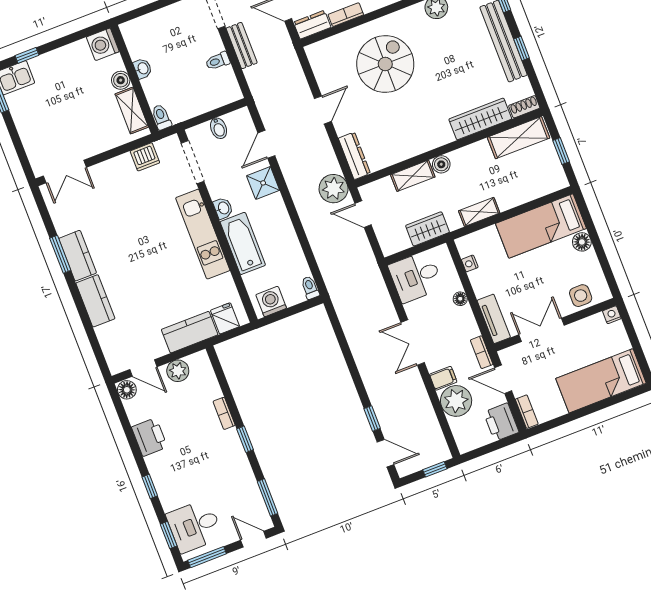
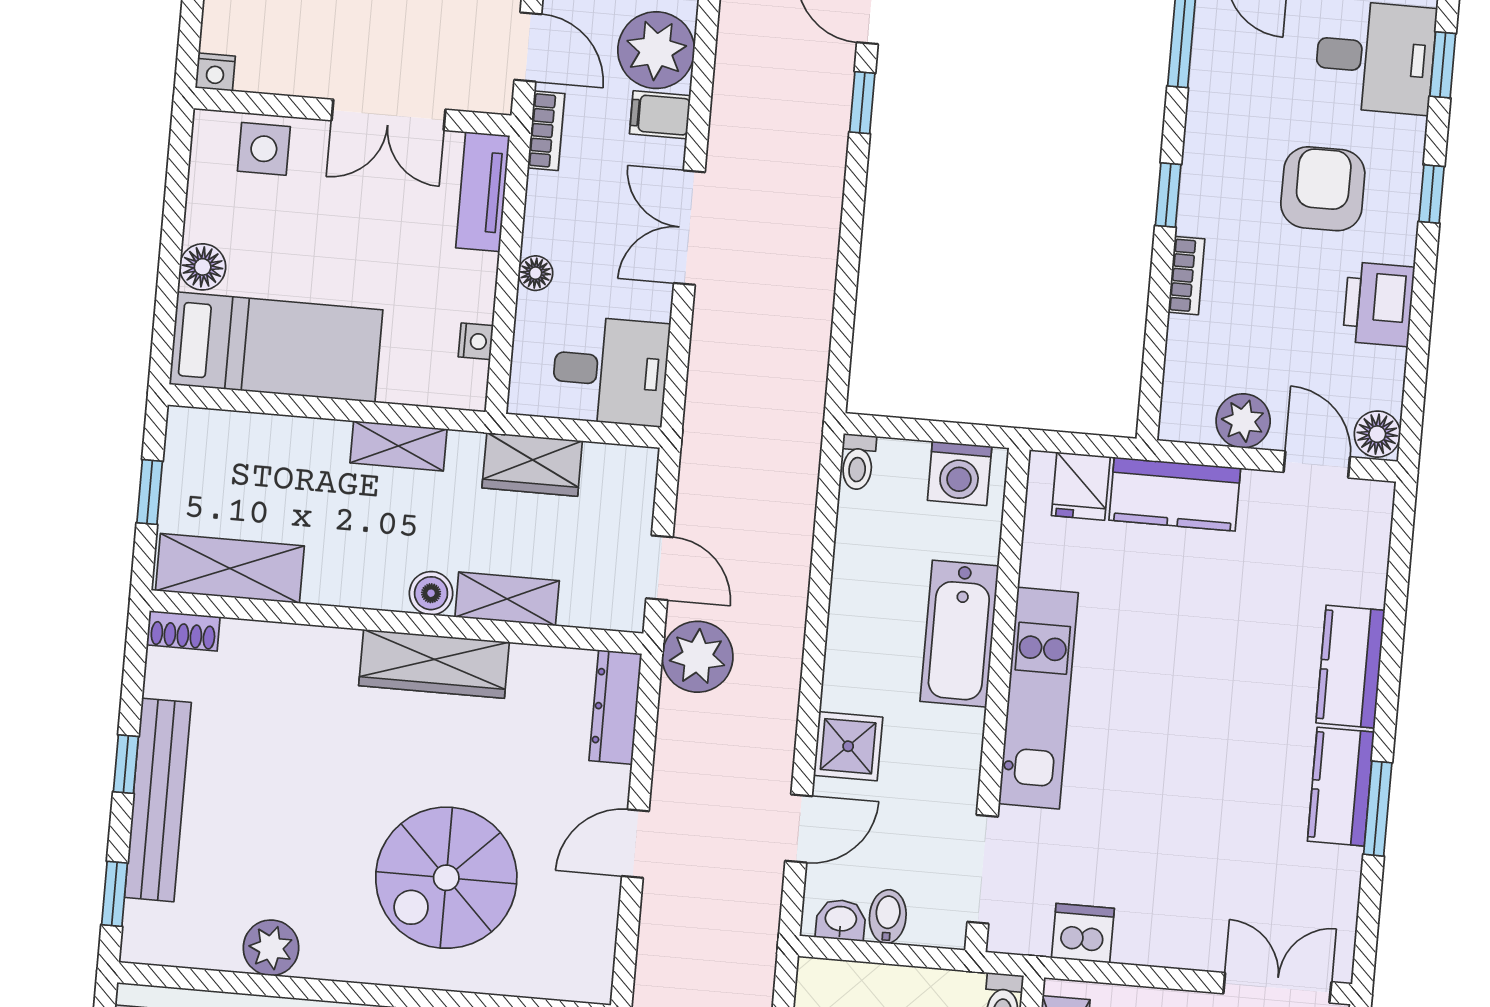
wardrobe: (480, 119) -> (434, 664), moved
washbasin: (223, 208) -> (841, 920), moved, turned 90
double door: (413, 342) -> (689, 228), swing flipped
armchair: (190, 469) -> (1323, 189), added

